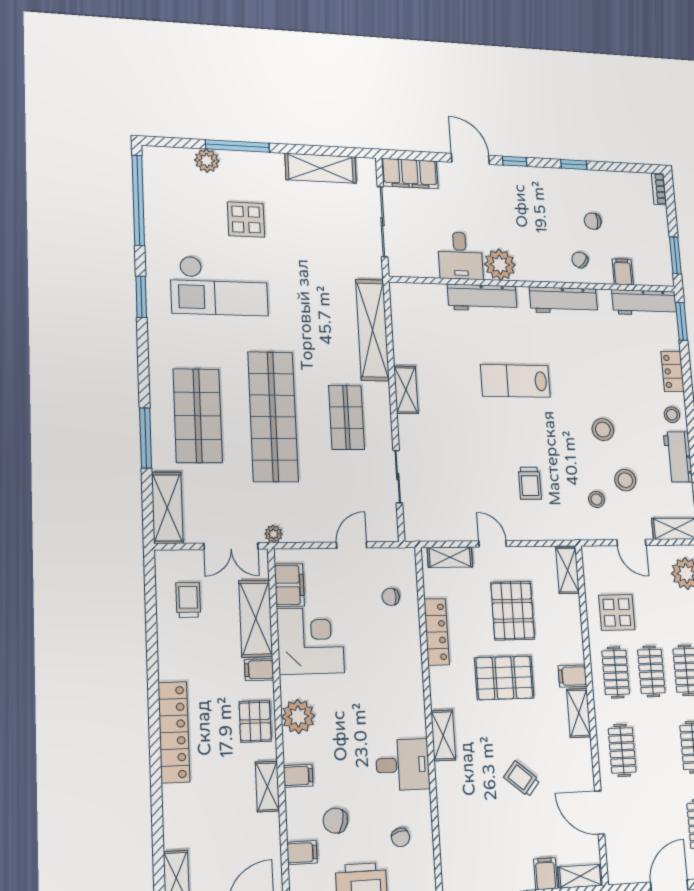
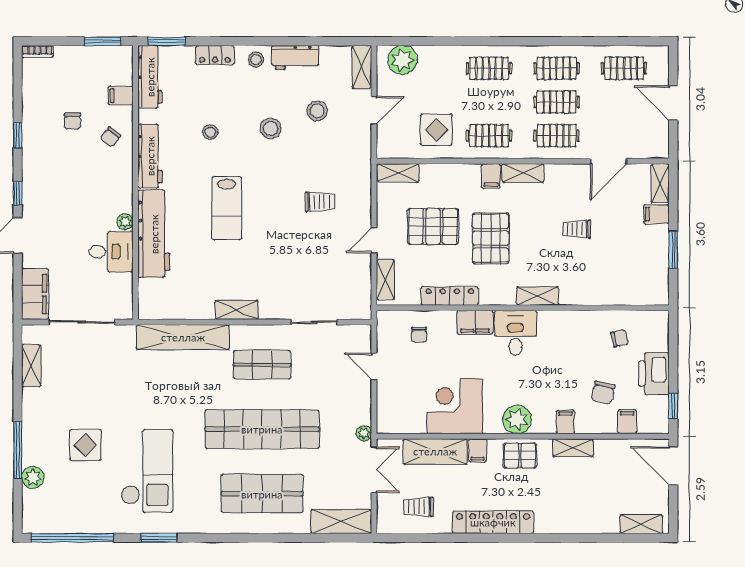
shelving: (321, 168) -> (31, 365), width x0.67, depth x0.75
plant: (500, 265) -> (125, 222), width x0.53, depth x0.53
workbench: (482, 298) -> (154, 234), width x1.36, depth x1.32
window: (146, 438) -> (282, 538), removed
stool: (597, 499) -> (210, 132), moved
filing cabinet: (289, 585) -> (475, 322), moved, turned 180
clothes rail: (651, 671) -> (556, 102), moved
locker: (174, 732) -> (493, 522), moved
desk: (403, 765) -> (516, 333), moved
trolley: (522, 779) -> (577, 229), turned 50

